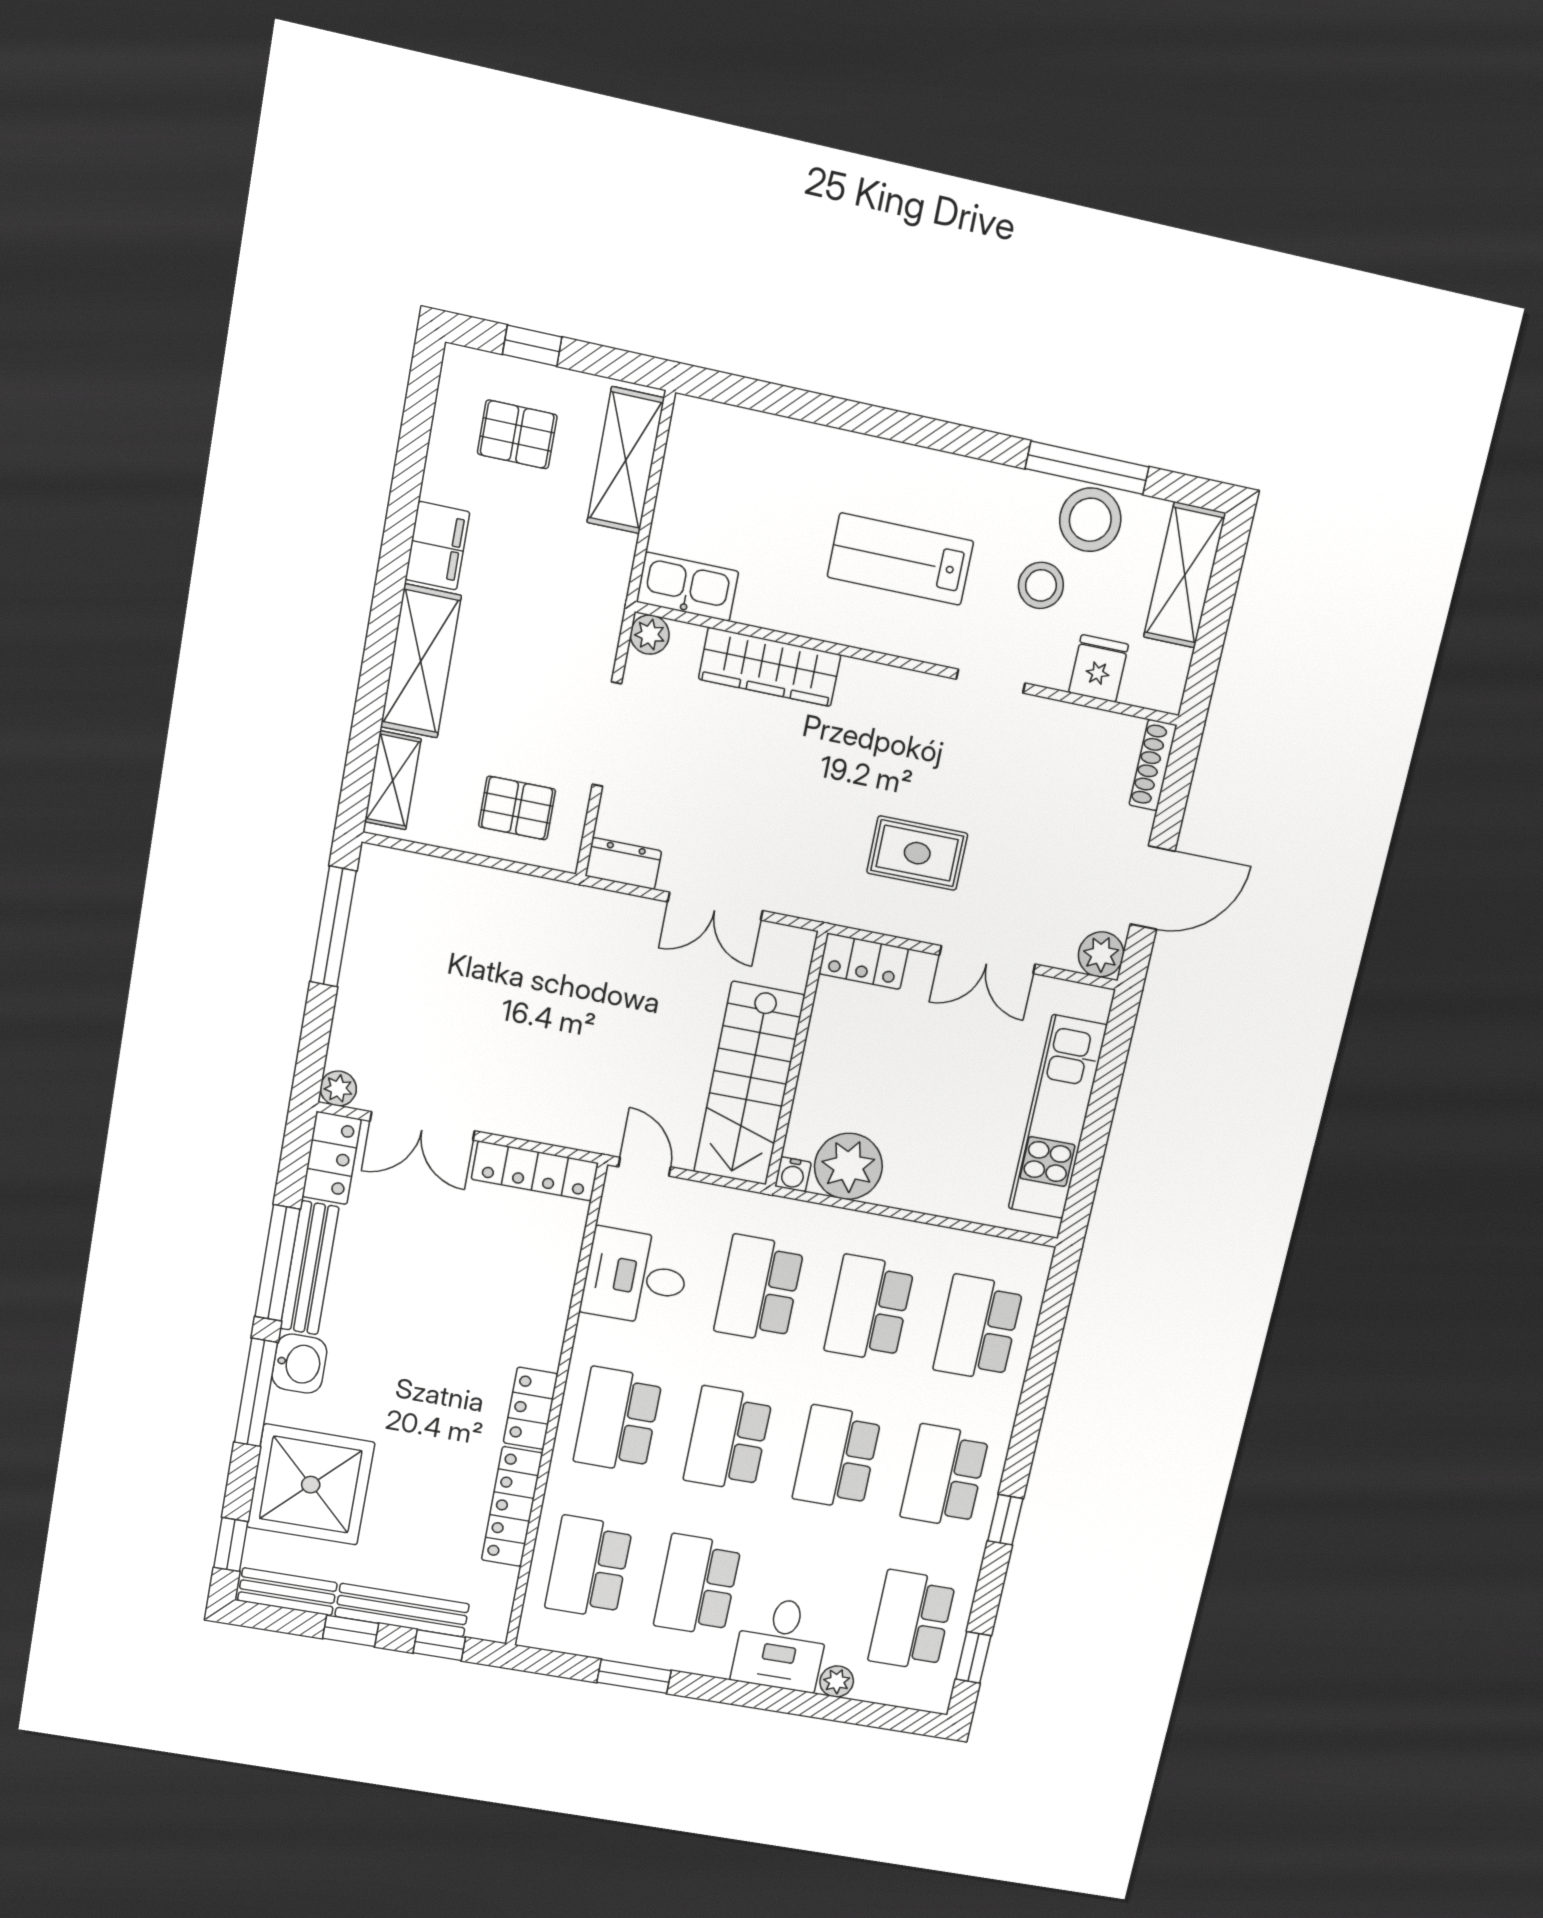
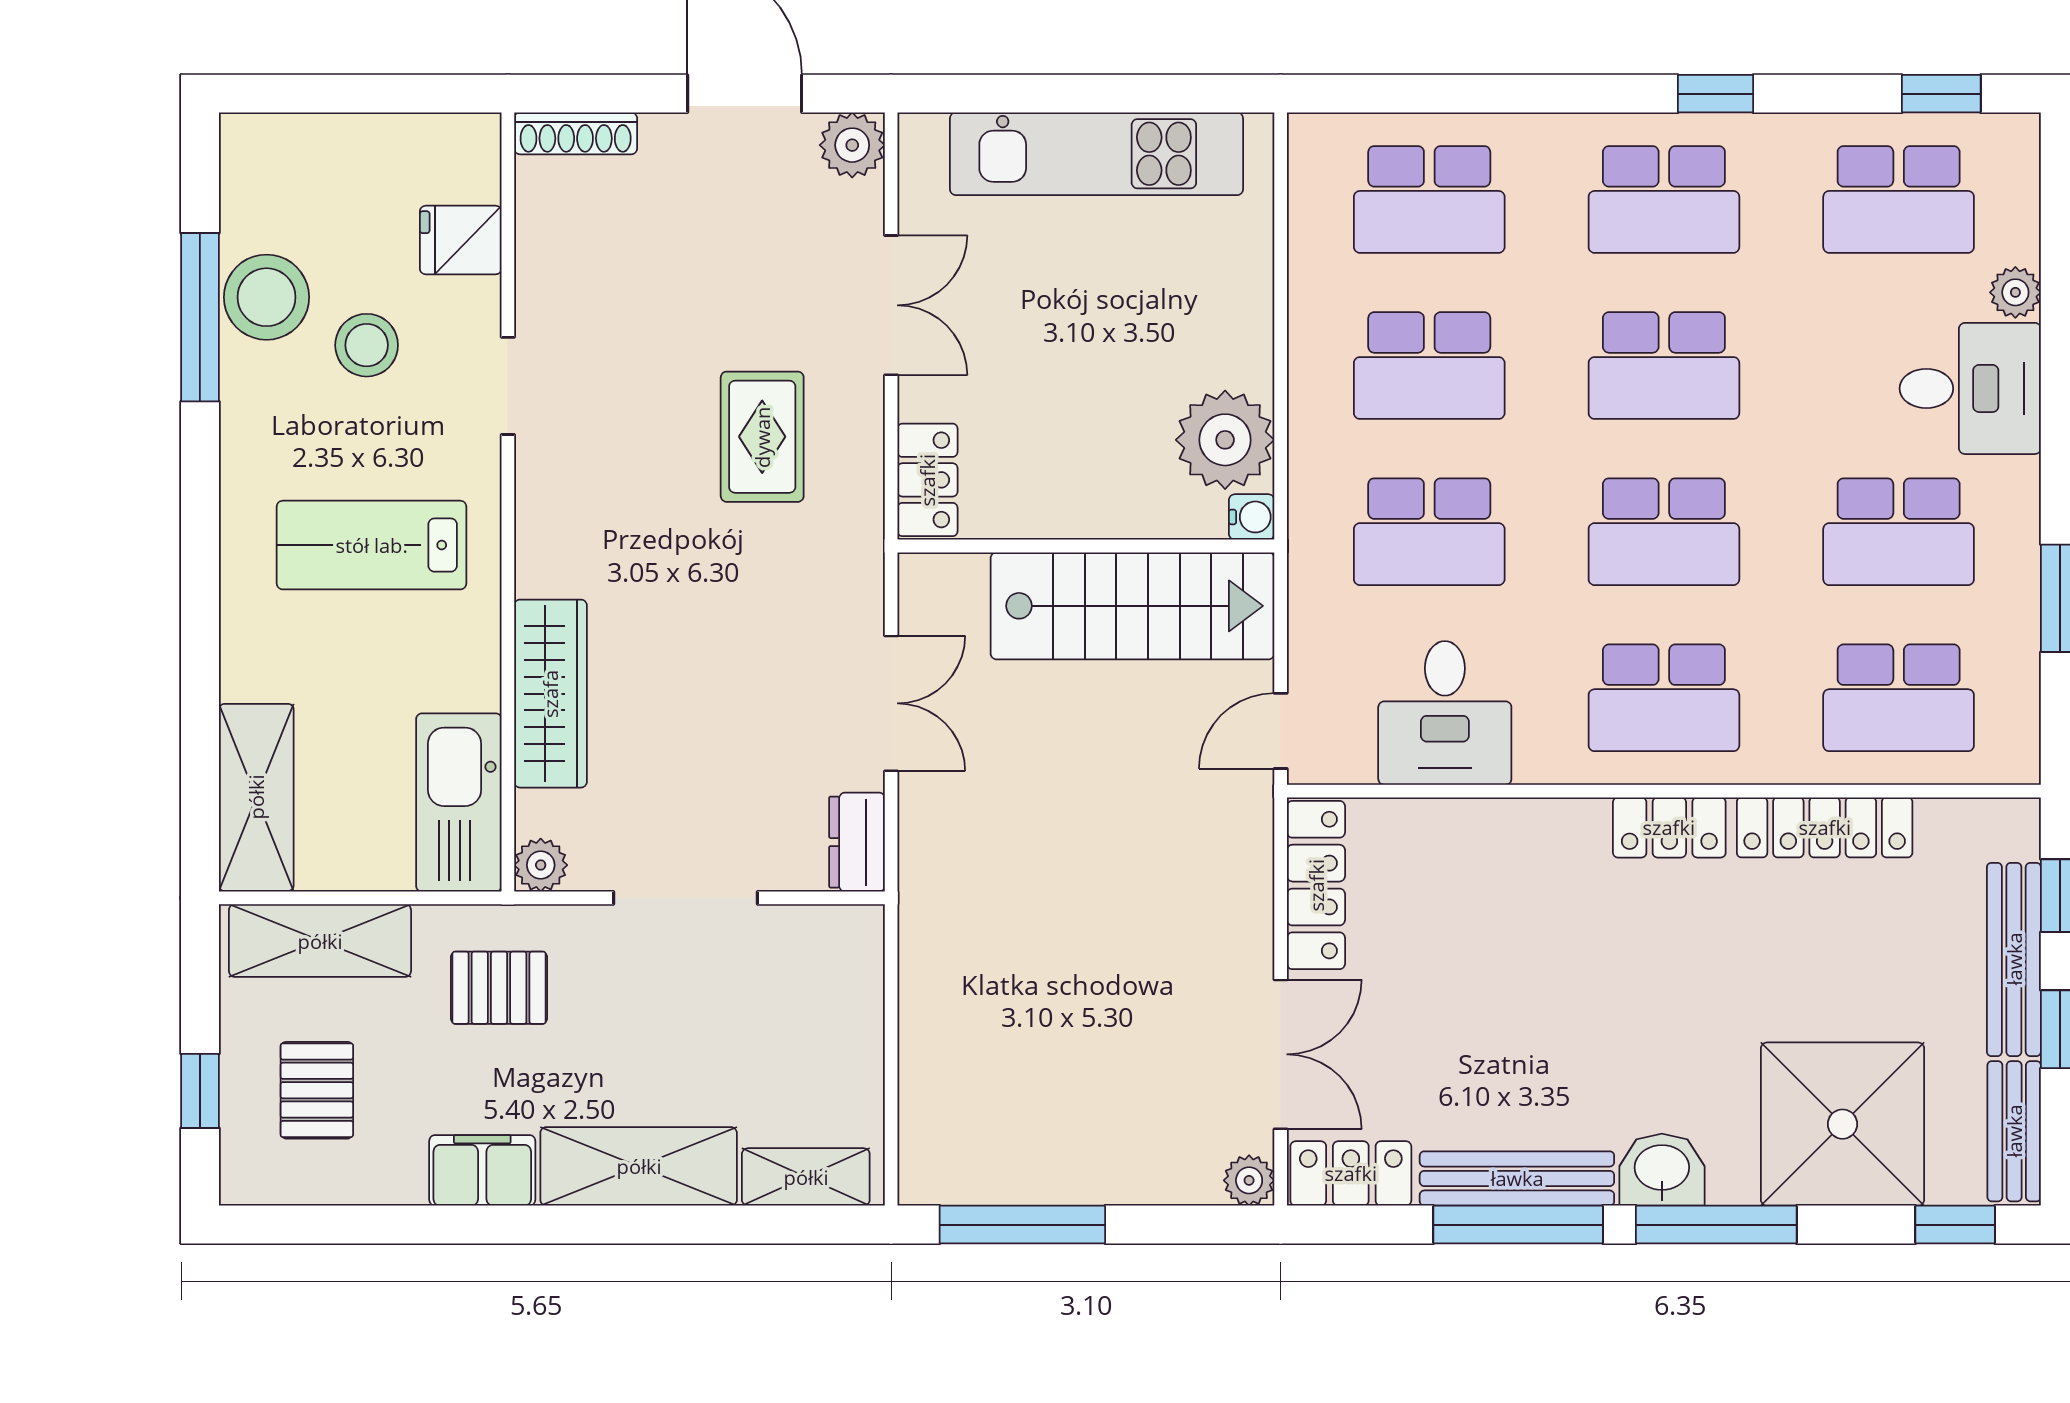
lab bench: (900, 559) -> (372, 545), turned 90
shelving: (1185, 575) -> (256, 797), moved, turned 90
kitchen sink: (687, 587) -> (459, 802), width x1.36, depth x1.24
pallet: (517, 808) -> (499, 988), moved, turned 90

